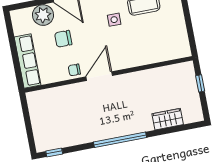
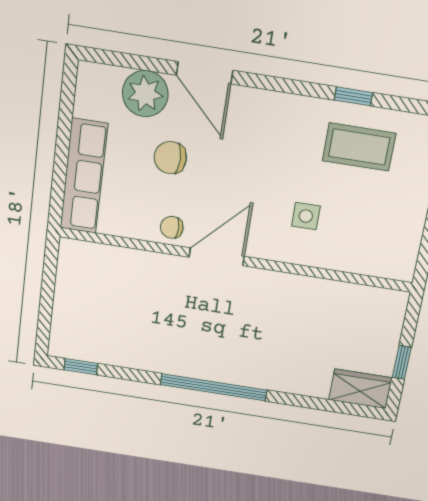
side table: (114, 20) -> (306, 216), moved
window: (200, 83) -> (402, 362), moved
wardrobe: (168, 119) -> (360, 389), moved

